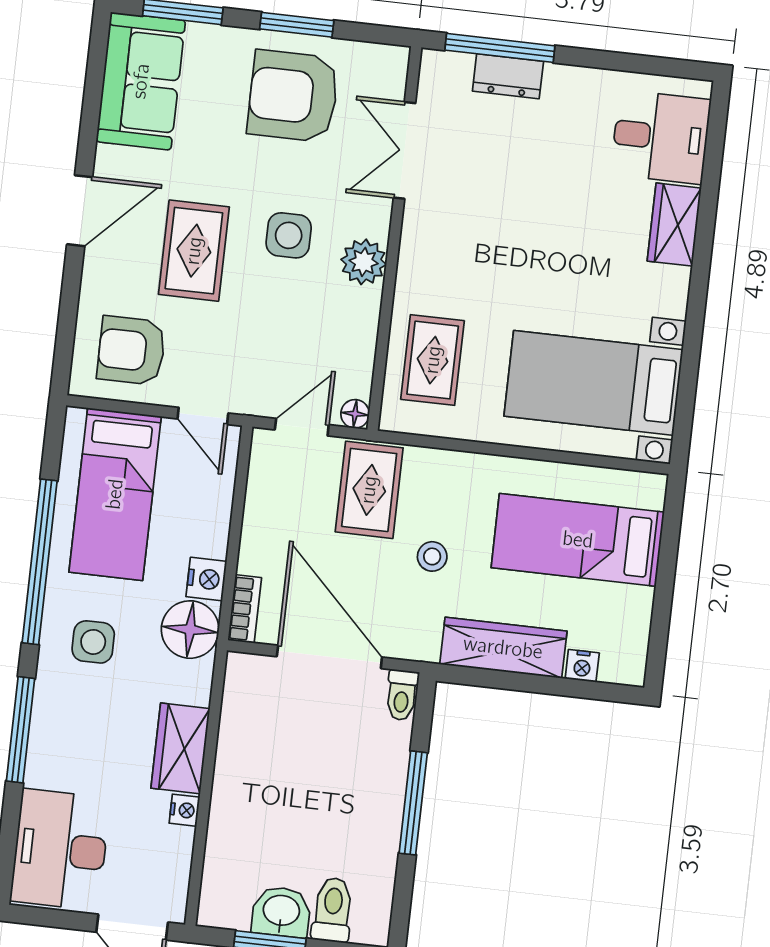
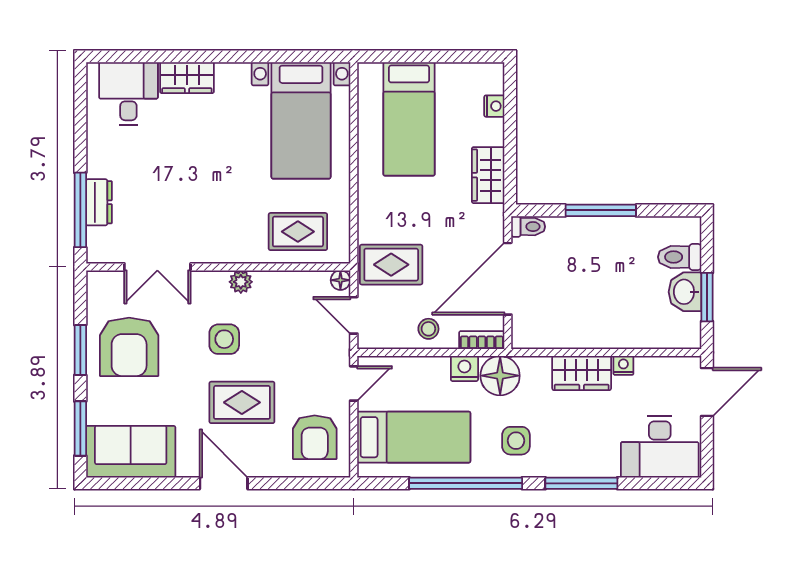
plant: (364, 262) -> (241, 282), width x0.73, depth x0.73
stool: (432, 556) -> (428, 329), moved
wardrobe: (503, 648) -> (488, 175), width x0.67

